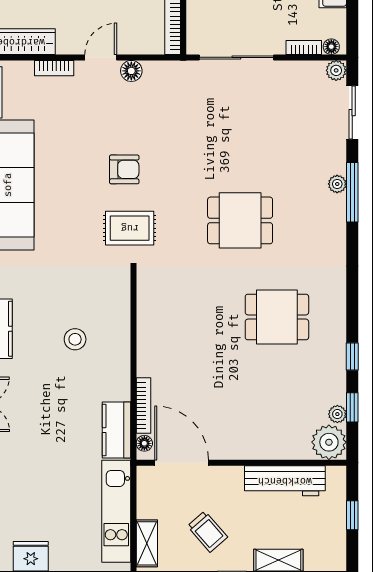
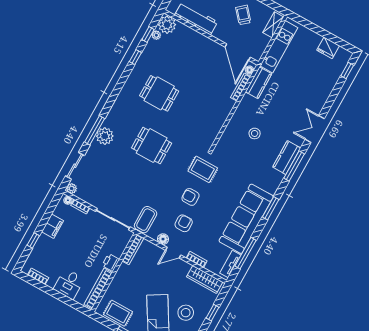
coffee table: (180, 88) -> (146, 220), added
armchair: (111, 118) -> (184, 223), added
plant: (337, 184) -> (105, 136), width x1.88, depth x1.88

